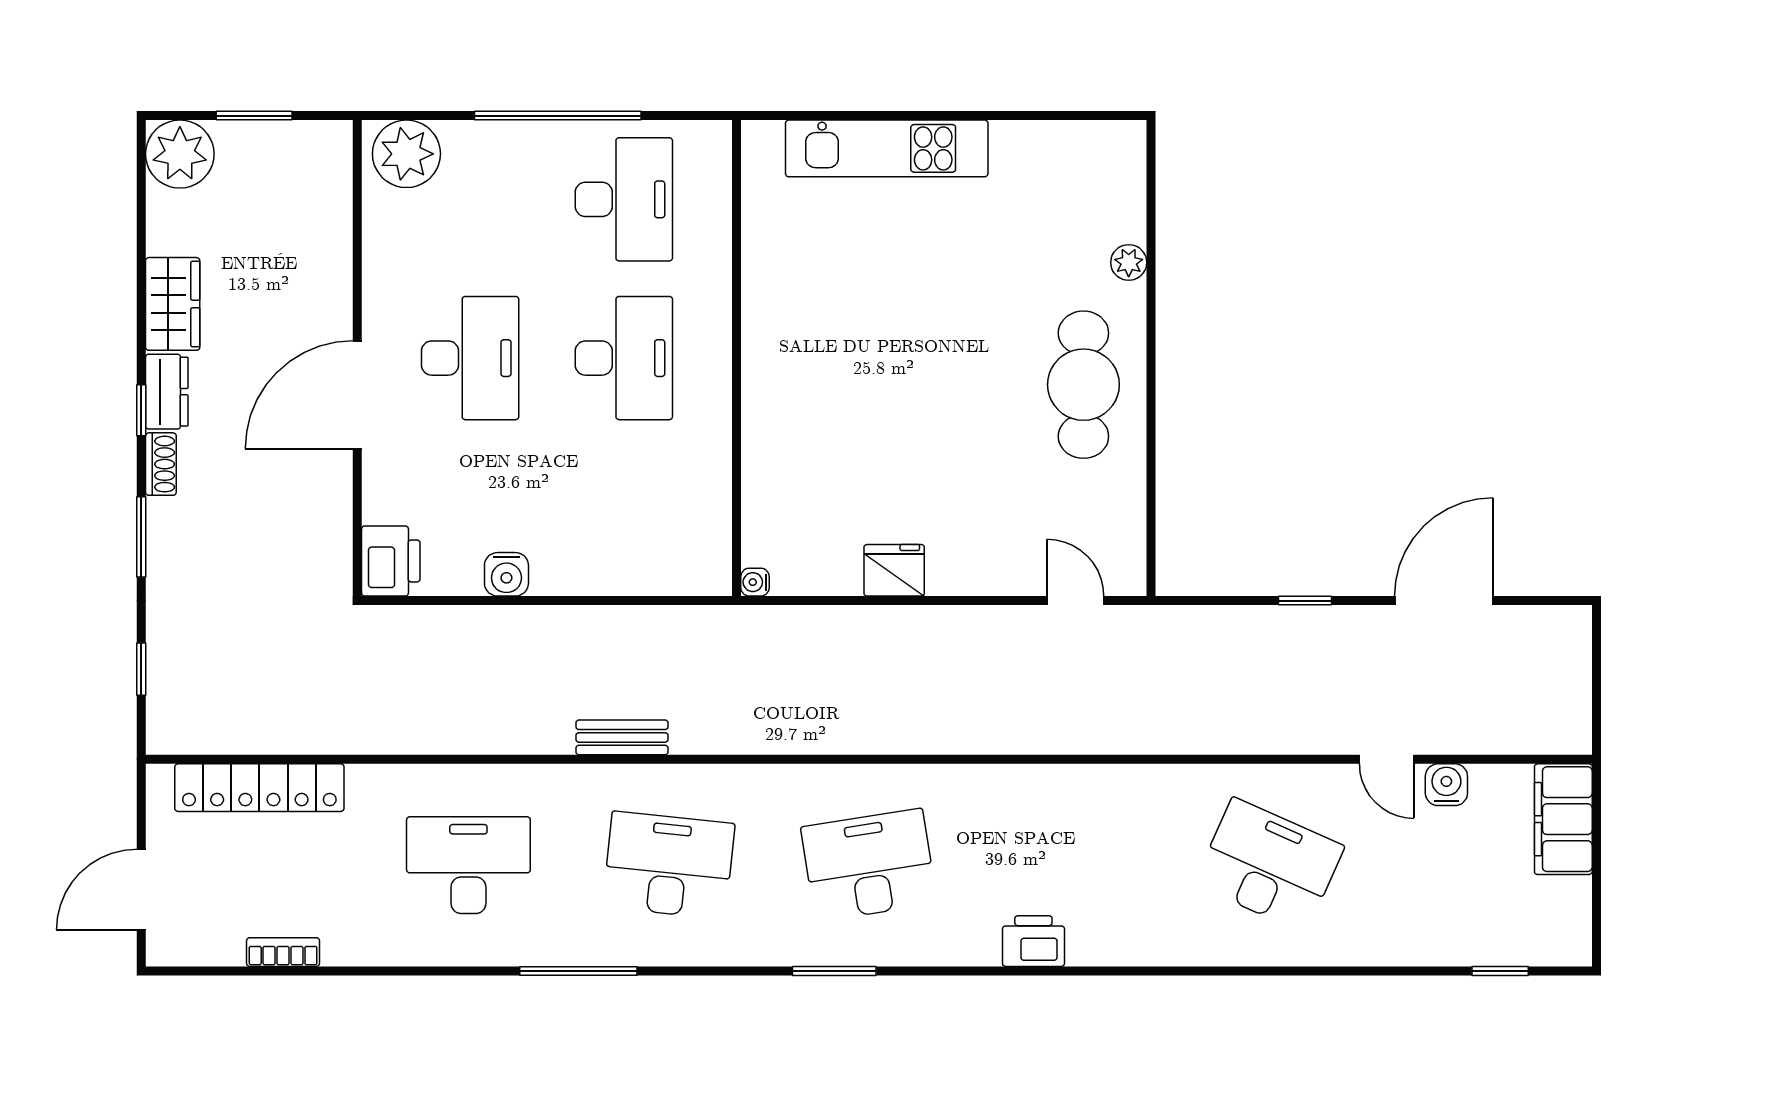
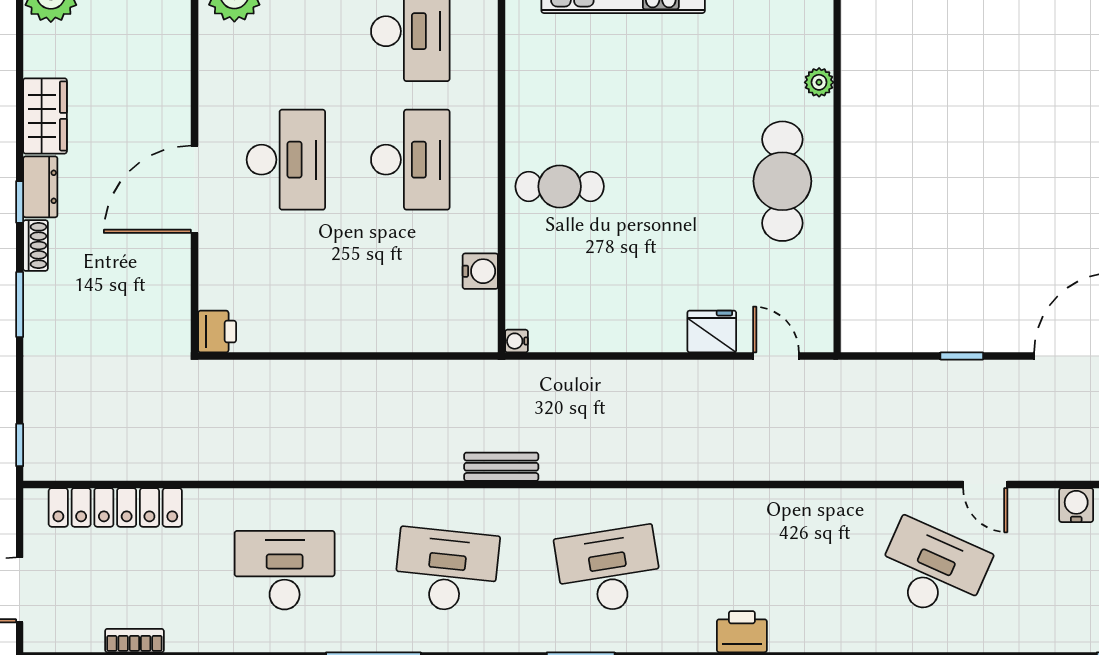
cafe table: (808, 391) -> (560, 186), added
printer: (391, 561) -> (217, 332), width x0.73, depth x0.81
fridge: (894, 570) -> (712, 331), moved
water cooler: (506, 574) -> (480, 271), moved, turned -90
window: (141, 669) -> (20, 445), moved
bench: (622, 737) -> (501, 467), moved
door: (1387, 759) -> (985, 484), moved

